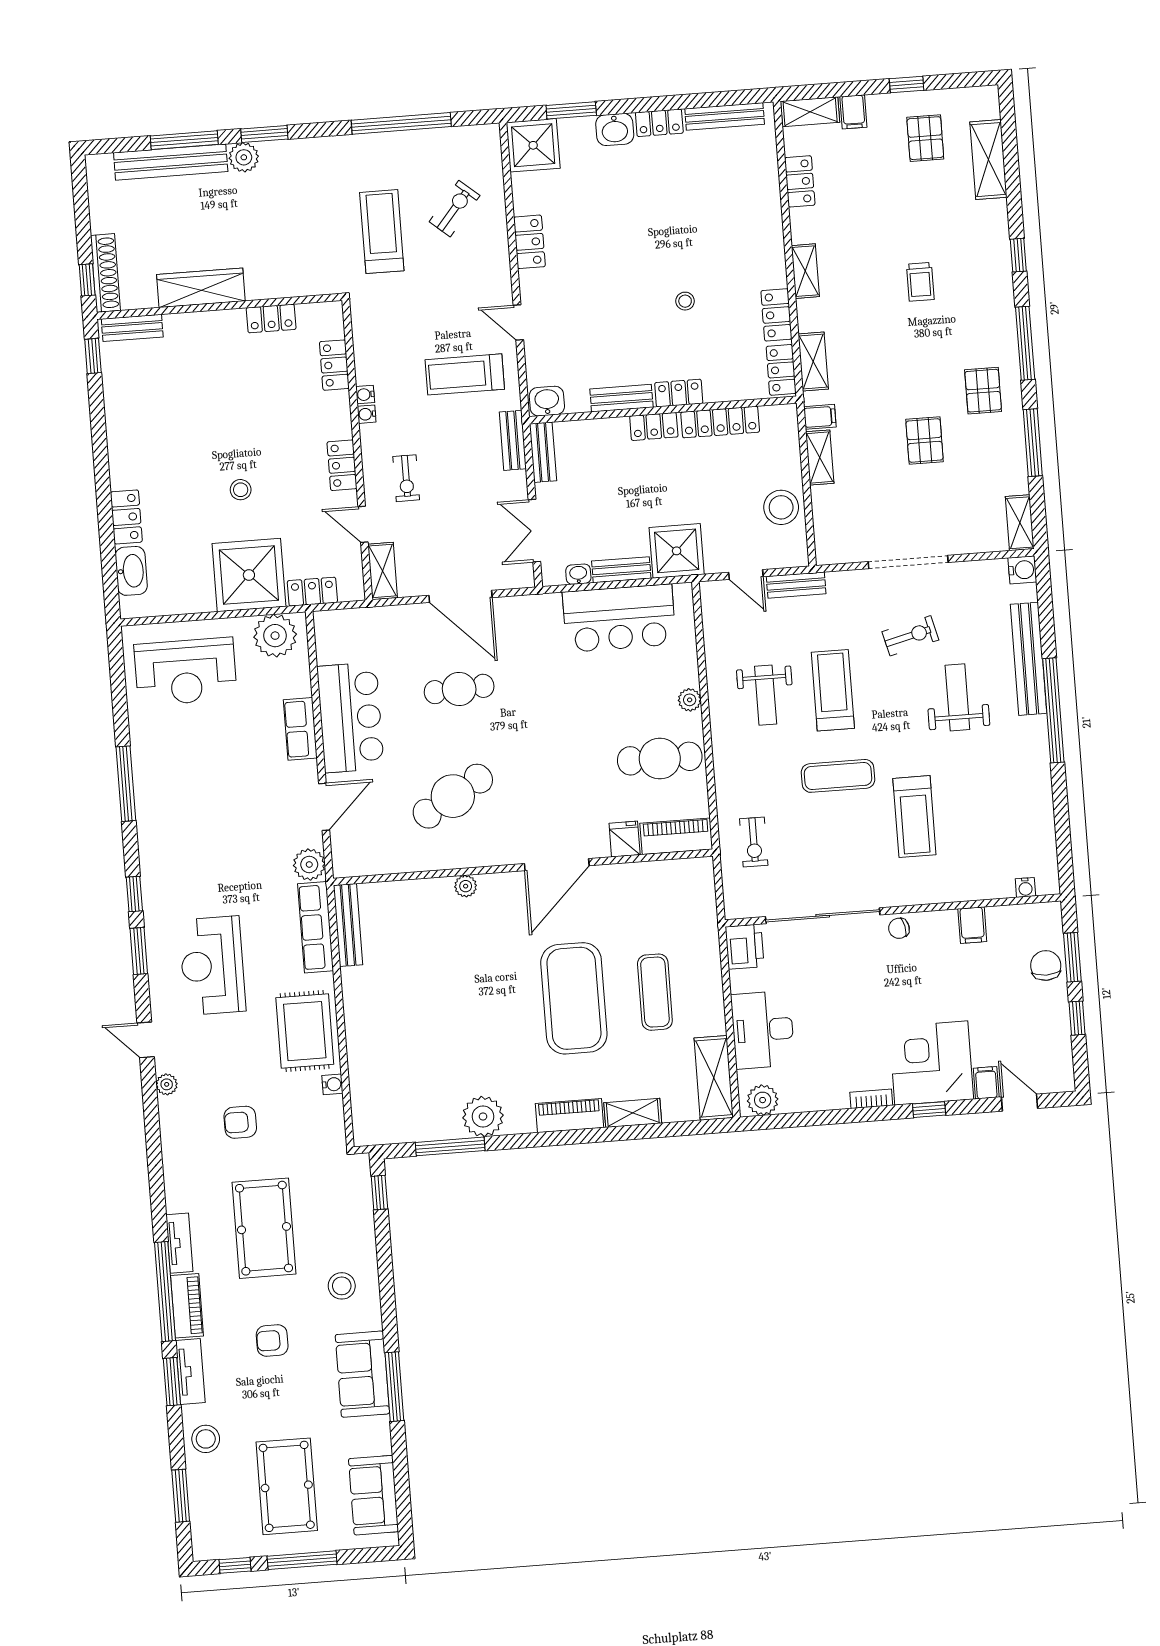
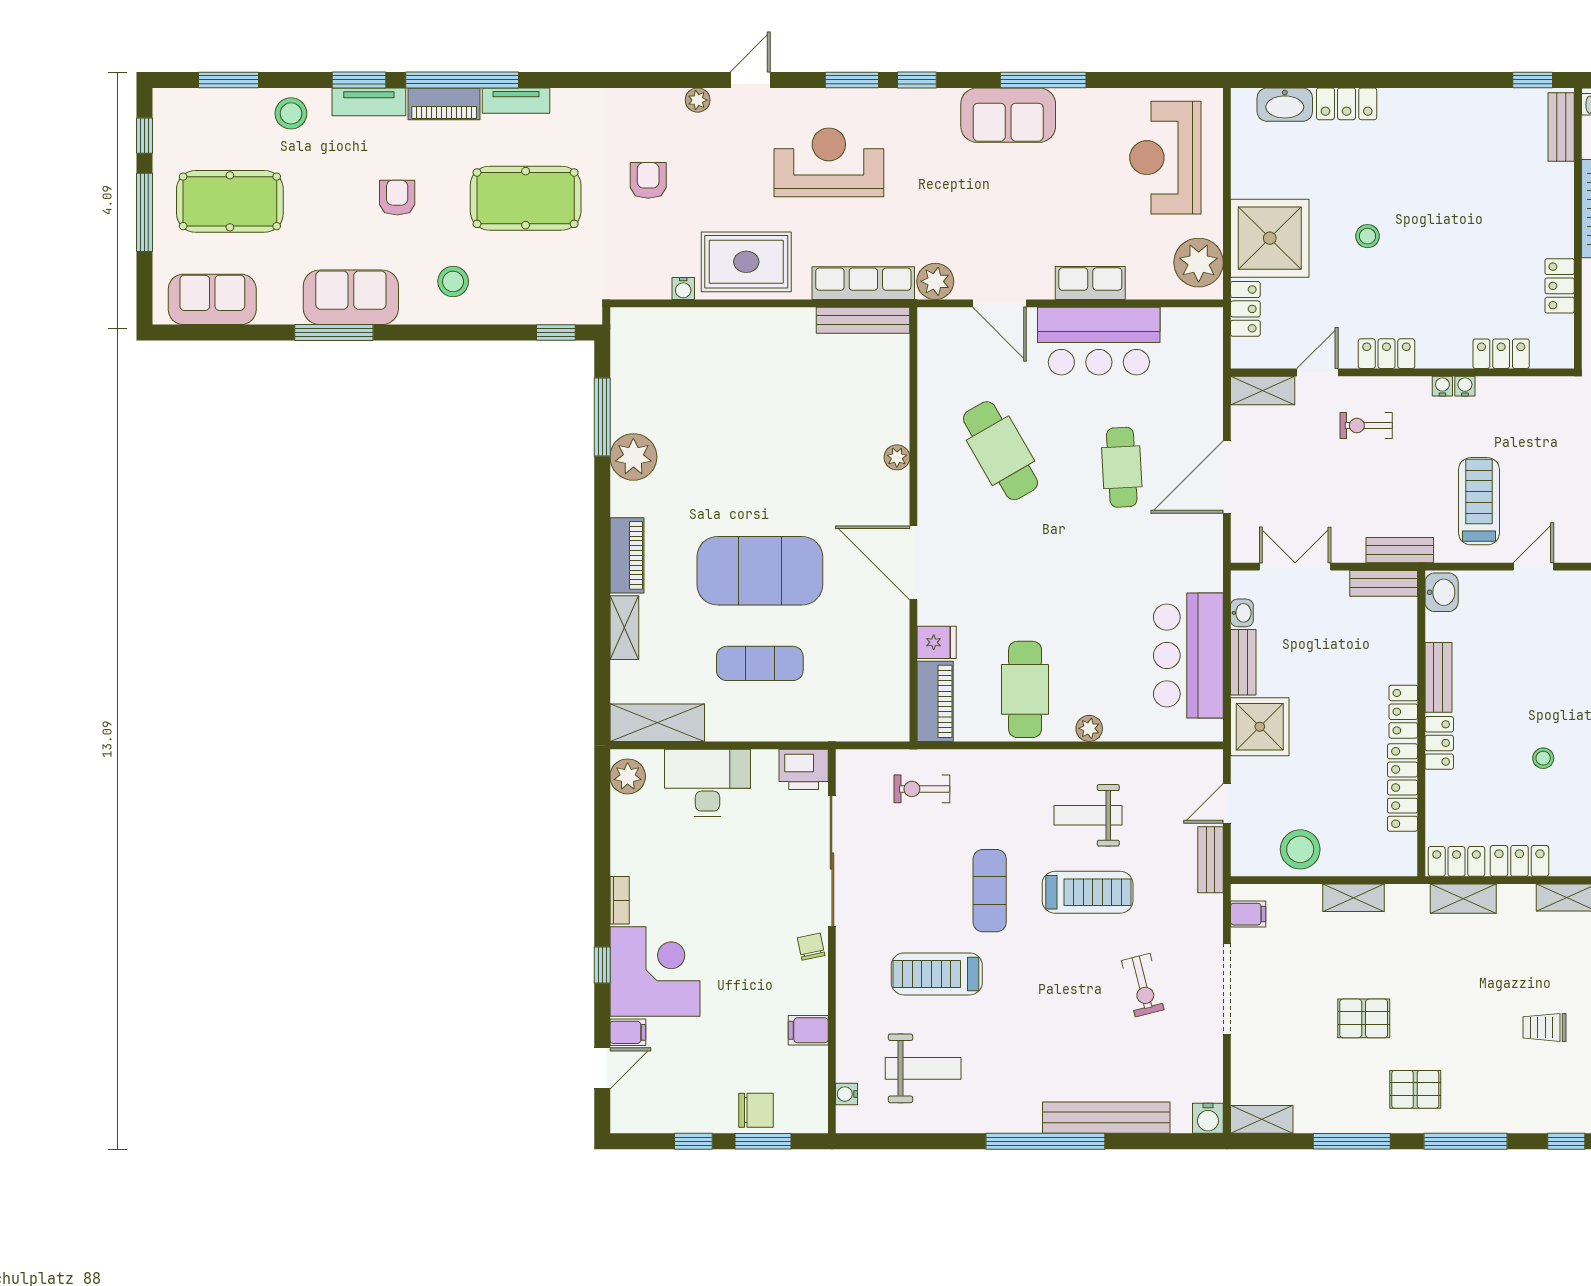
filing cabinet: (820, 417) -> (1248, 914), moved, turned -90
weight bench: (957, 697) -> (923, 1068), moved
sofa: (159, 812) -> (1008, 115), added

